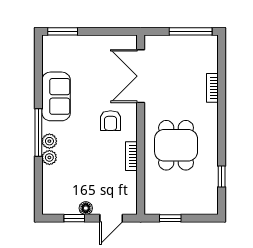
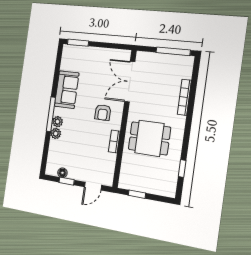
bookcase: (212, 88) -> (184, 97), width x1.56
dining table: (176, 145) -> (149, 138), turned 90
floor lamp: (86, 208) -> (62, 173), moved

